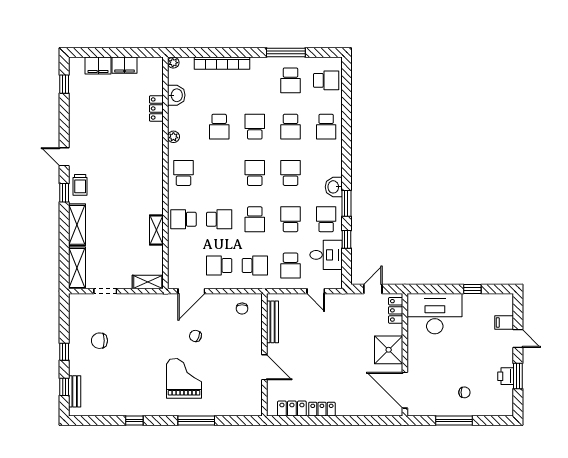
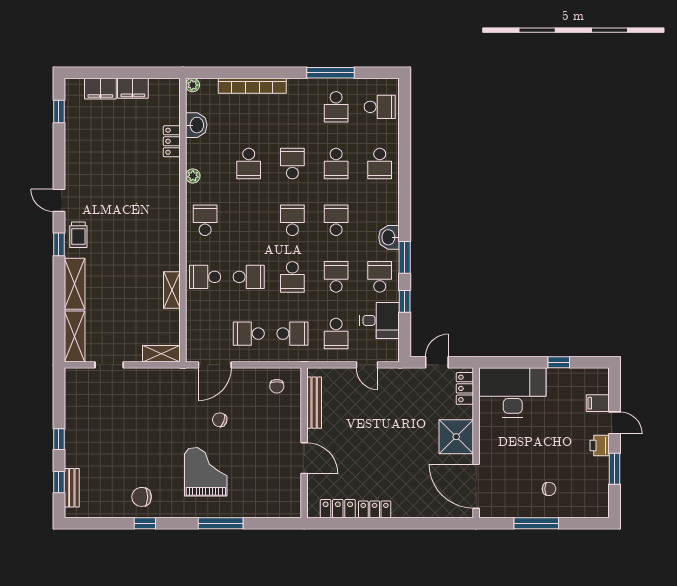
chair: (99, 341) -> (142, 497), moved
printer: (506, 376) -> (600, 446), moved

